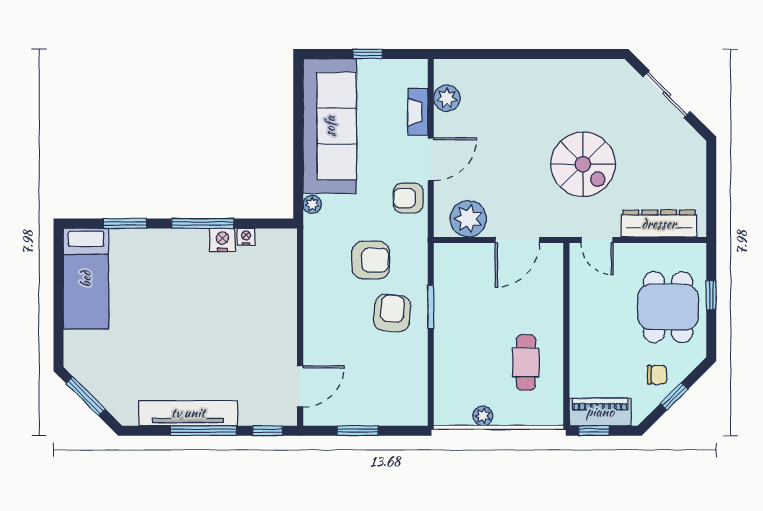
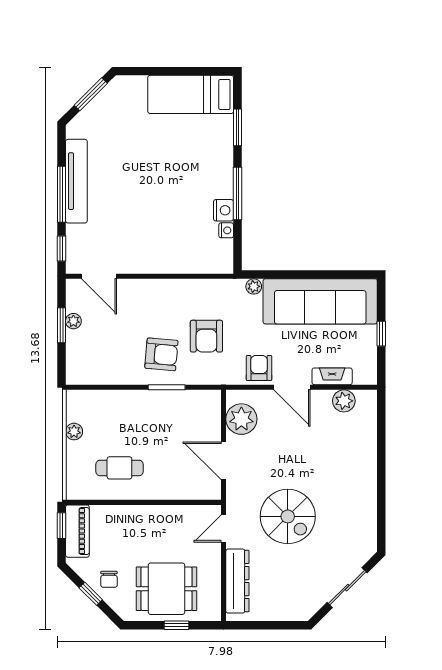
spiral stairs: (583, 164) -> (288, 516), turned -90
plant: (353, 417) -> (73, 321), added

